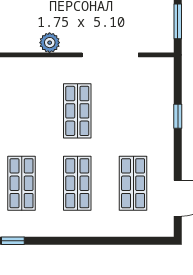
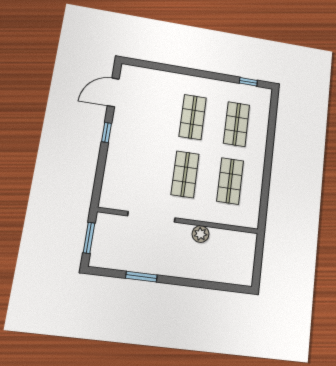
window: (178, 116) -> (107, 133), moved
shop shelf: (133, 183) -> (230, 181), moved

